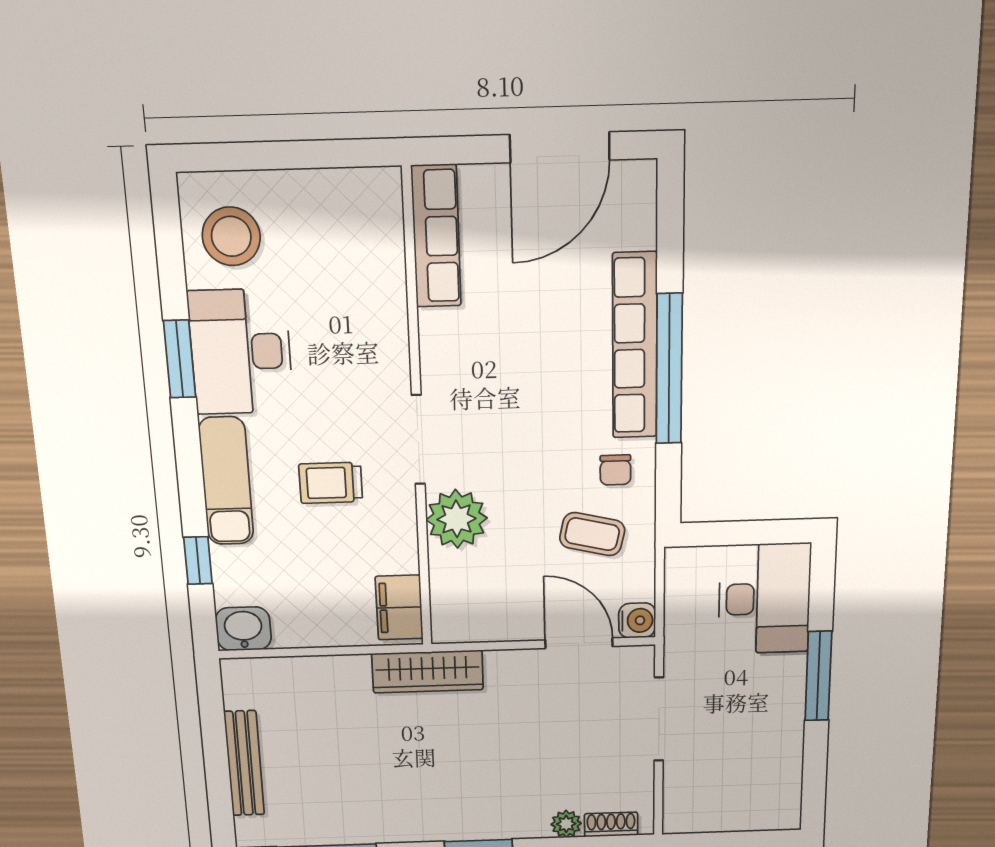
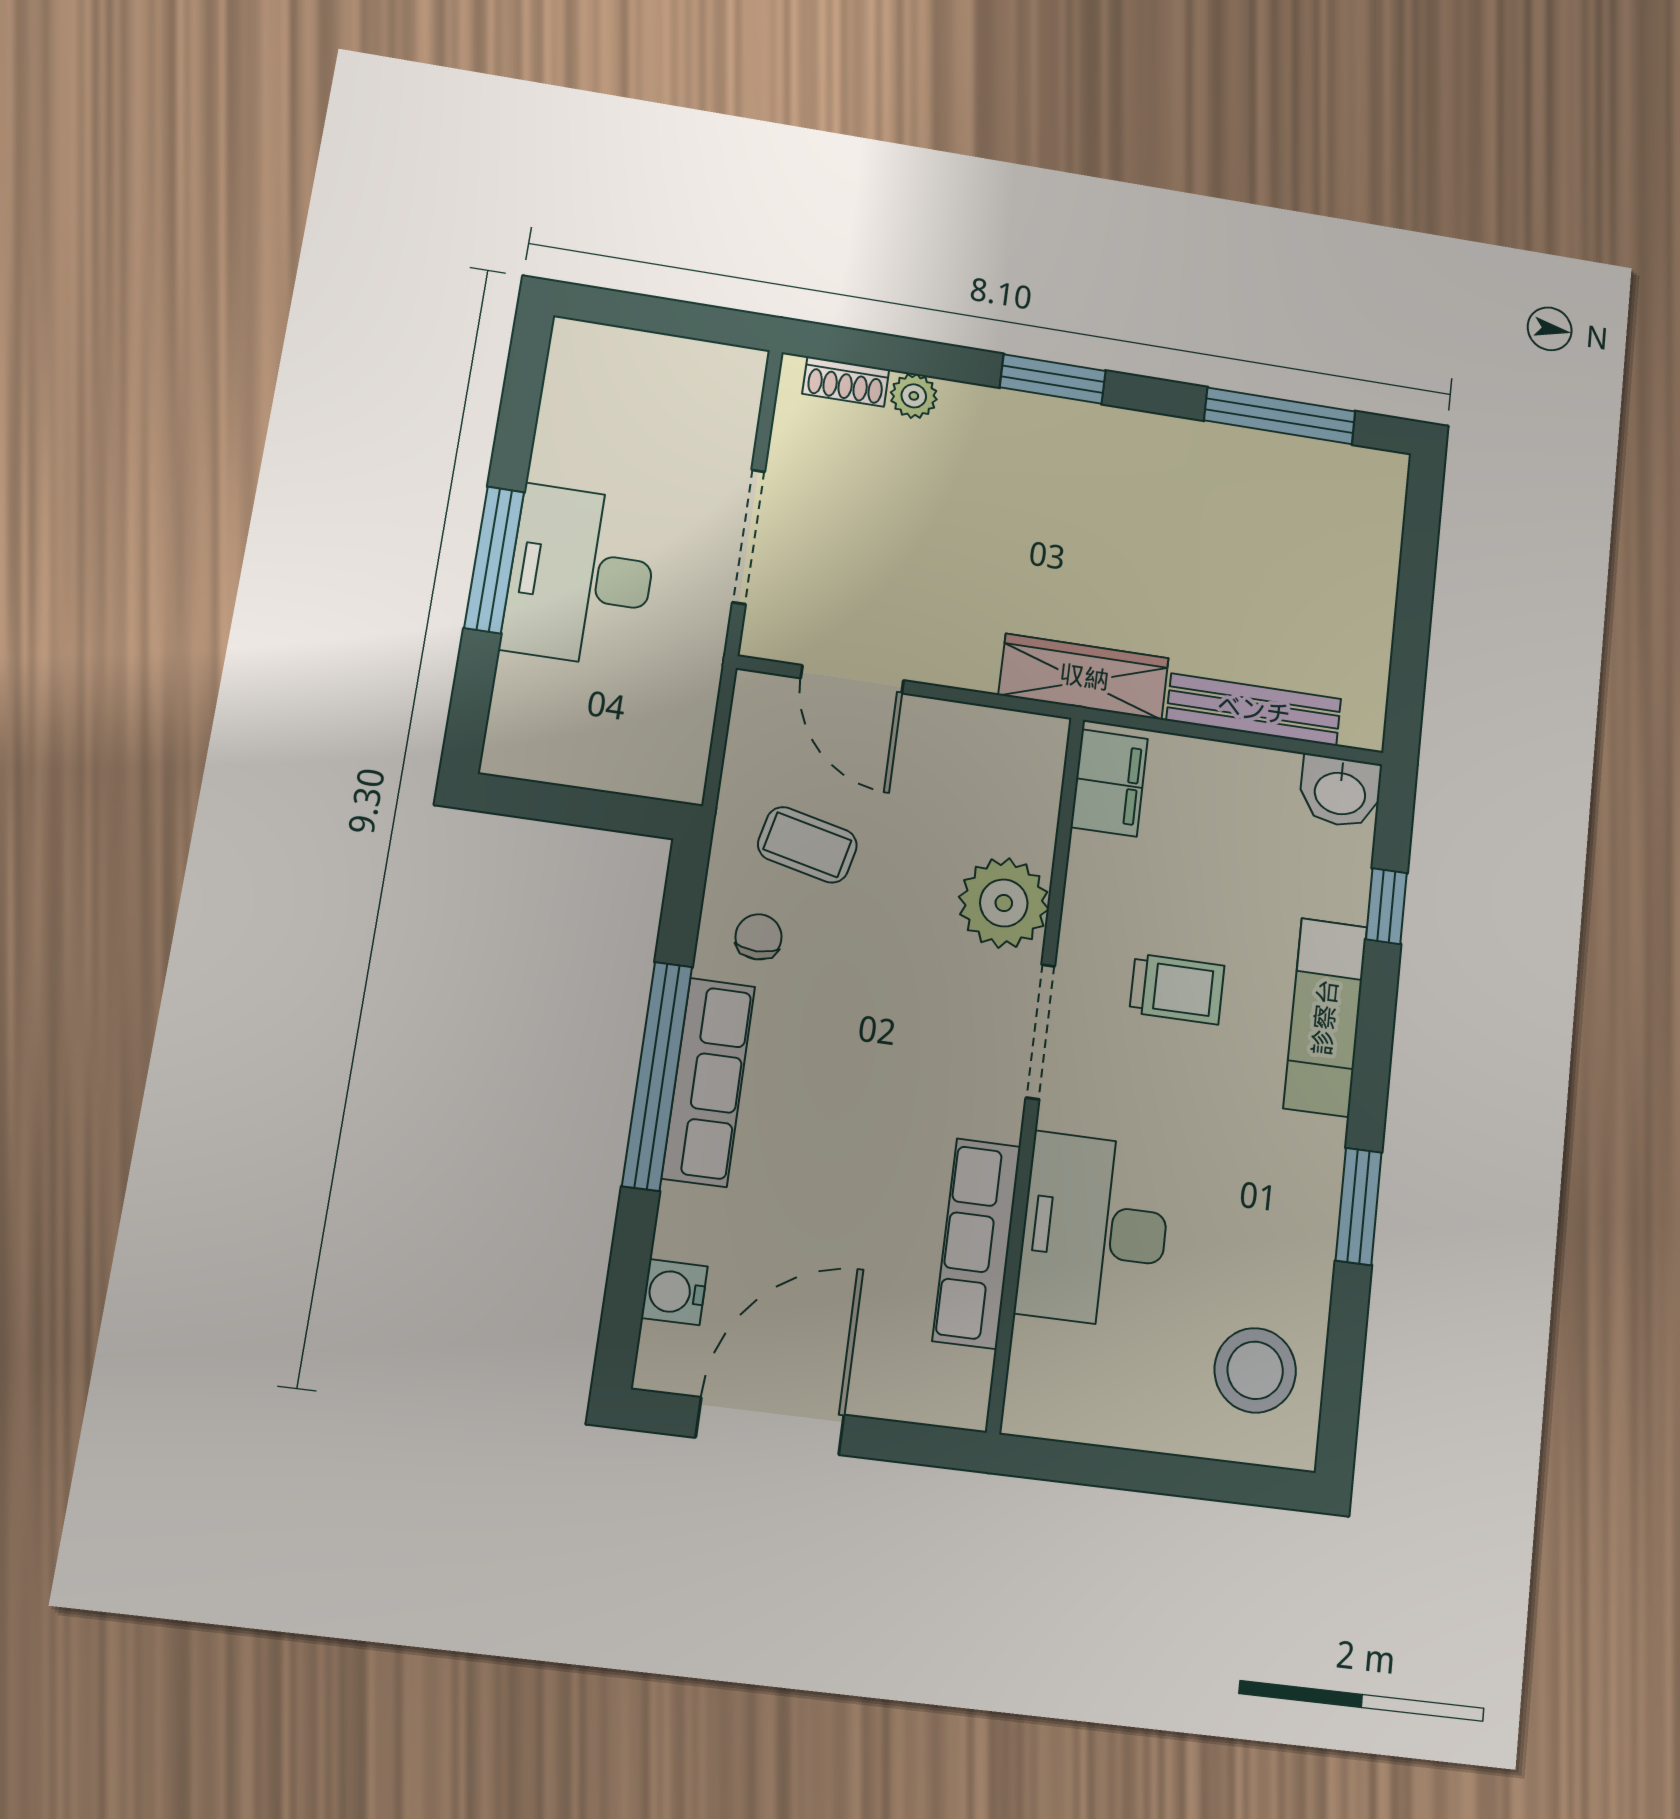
row of seats: (436, 236) -> (977, 1243), moved
row of seats: (635, 346) -> (708, 1082), width x0.73
desk: (241, 352) -> (1094, 1230), moved, turned 180
desk: (765, 599) -> (581, 576), moved
water cooler: (637, 620) -> (674, 1292), moved
bench: (244, 763) -> (1254, 710), moved, turned 90

